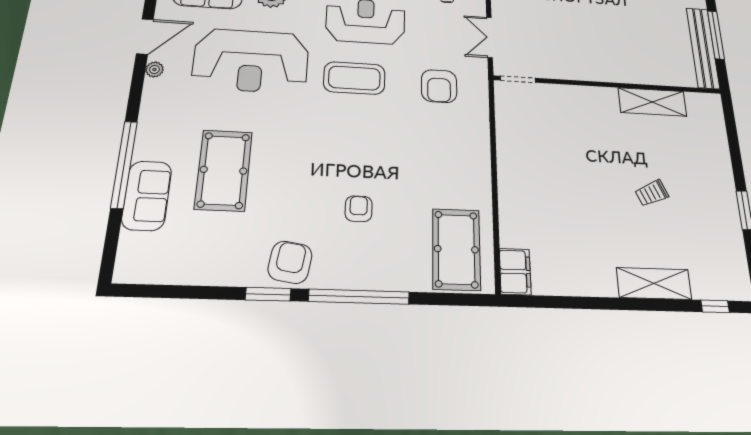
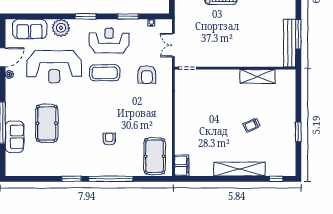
armchair: (290, 262) -> (80, 165), removed
shelving: (654, 283) -> (239, 169), width x1.47

